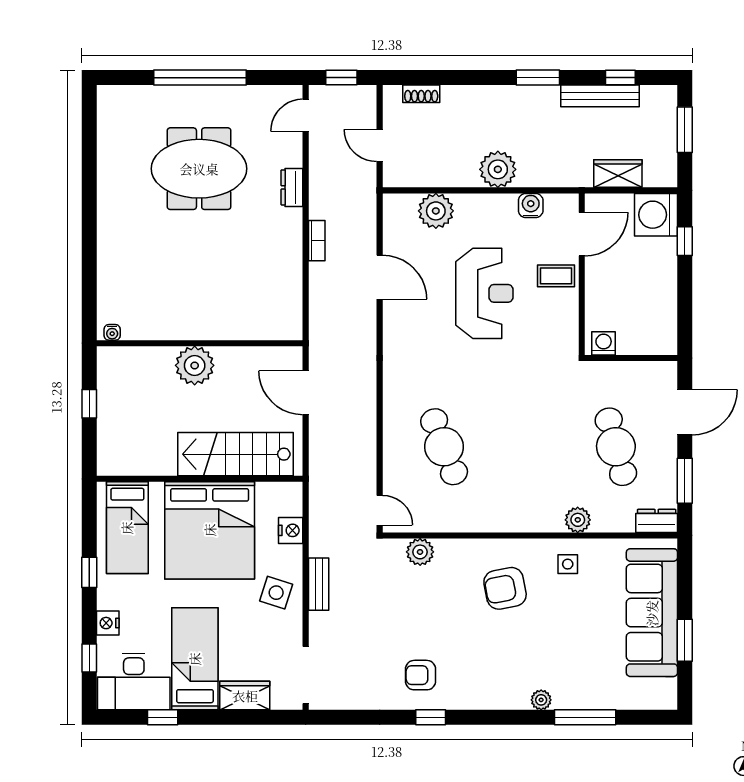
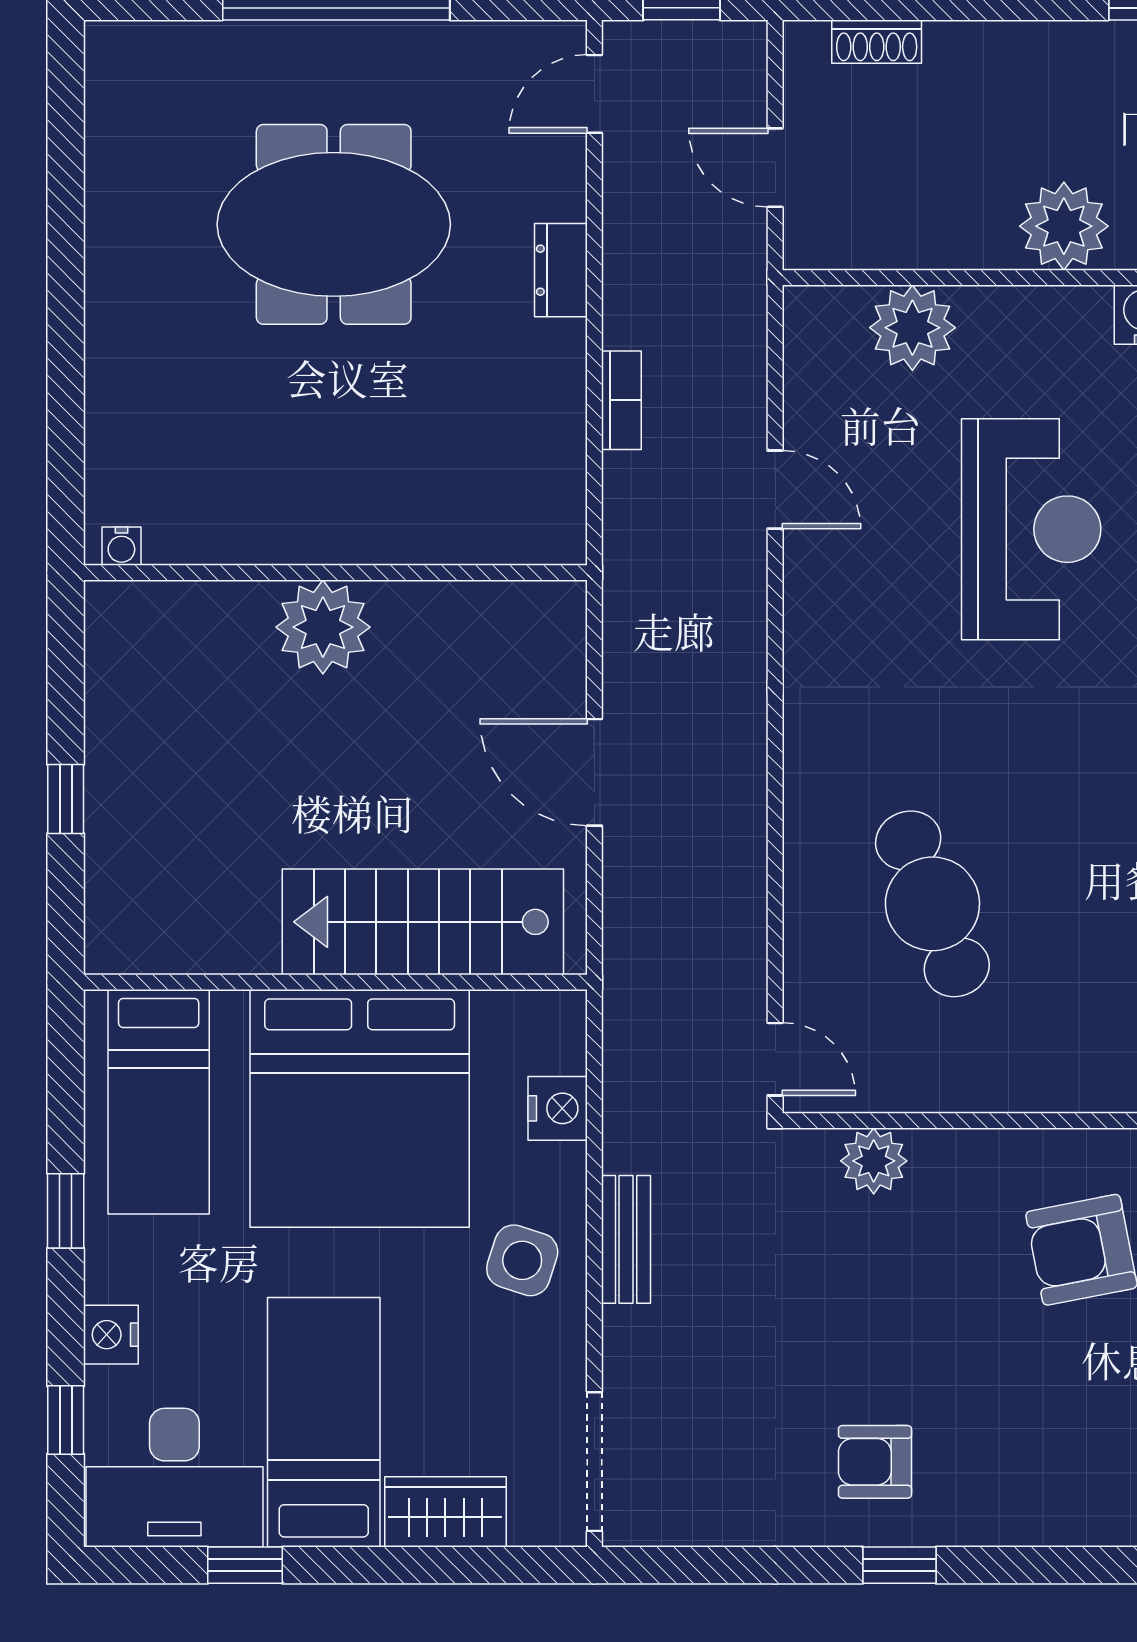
door: (380, 277) -> (775, 490), width x0.73
water cooler: (112, 332) -> (121, 546), moved
wall: (200, 343) -> (335, 573), moved
plant: (195, 365) -> (323, 627), moved

